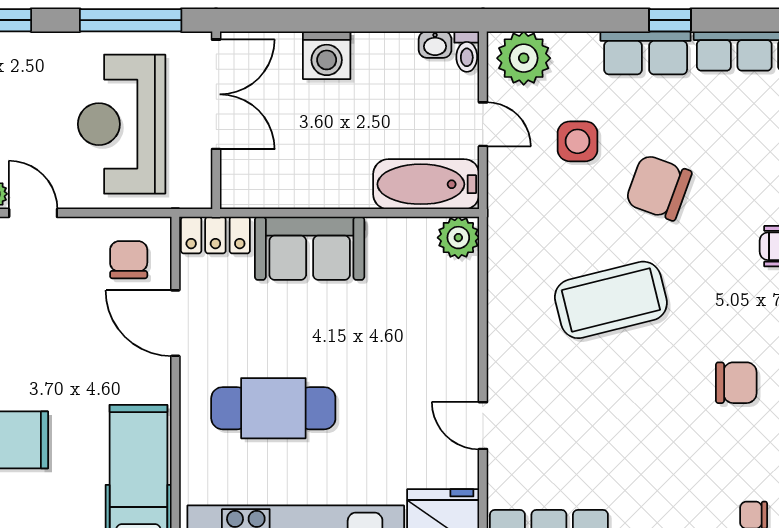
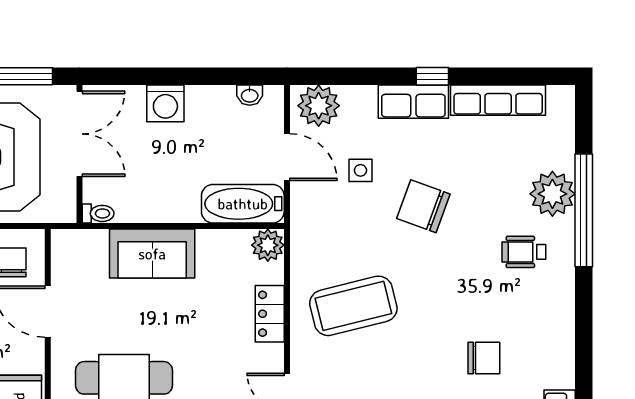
toilet: (467, 52) -> (98, 213), moved, turned -90
door: (483, 124) -> (287, 157), width x1.38
side table: (578, 141) -> (360, 170), width x0.73, depth x0.73
locker: (215, 235) -> (270, 314), moved, turned 90
coffee table: (611, 300) -> (353, 306), moved

